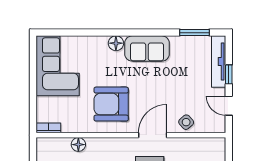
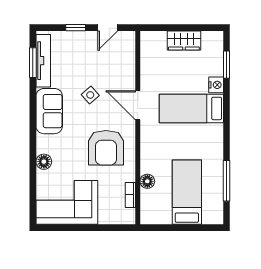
floor lamp: (116, 43) -> (44, 162), moved
tv unit: (219, 62) -> (43, 61), moved, turned -90
side table: (186, 122) -> (90, 95), moved
bookcase: (48, 128) -> (130, 195), moved

